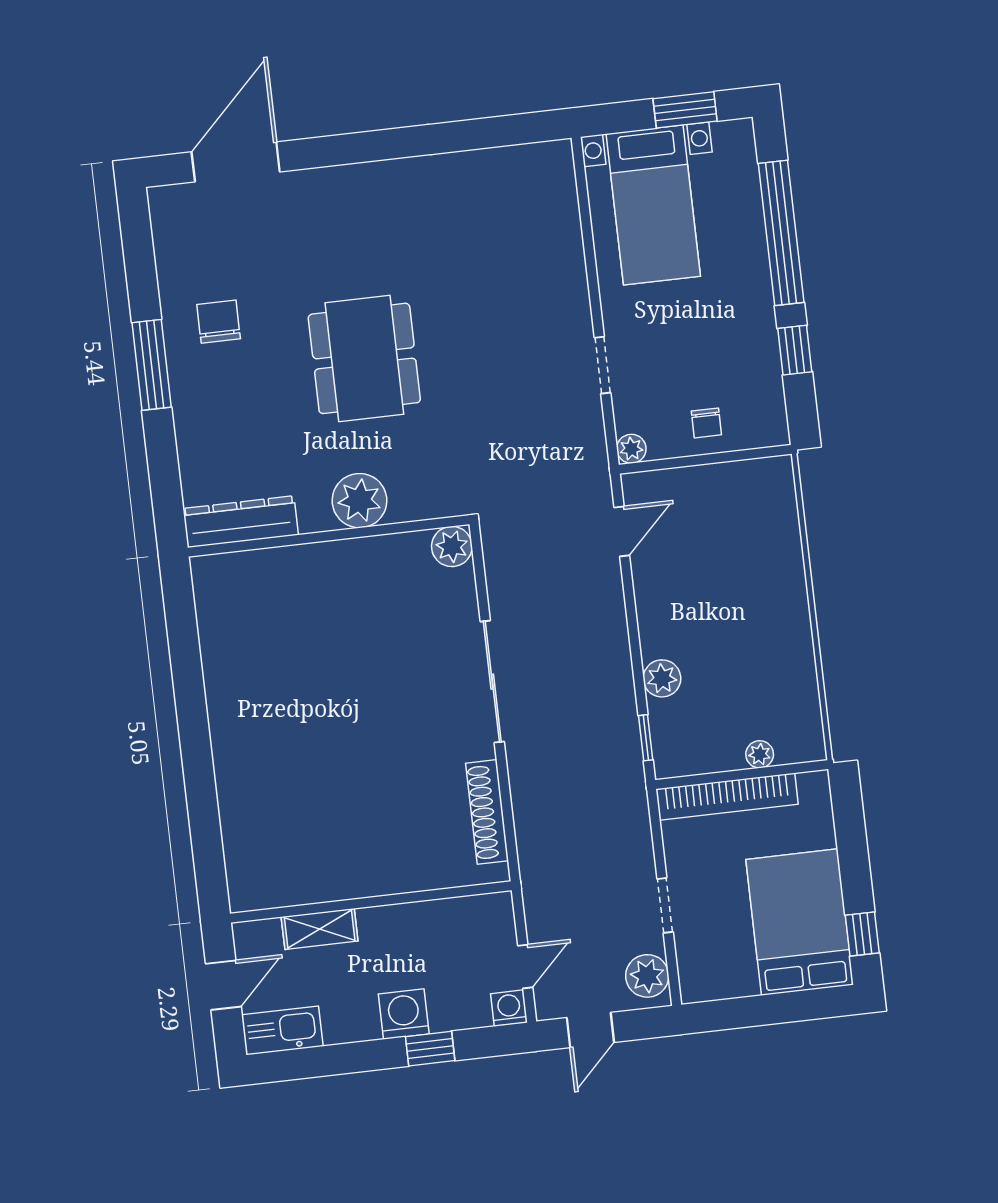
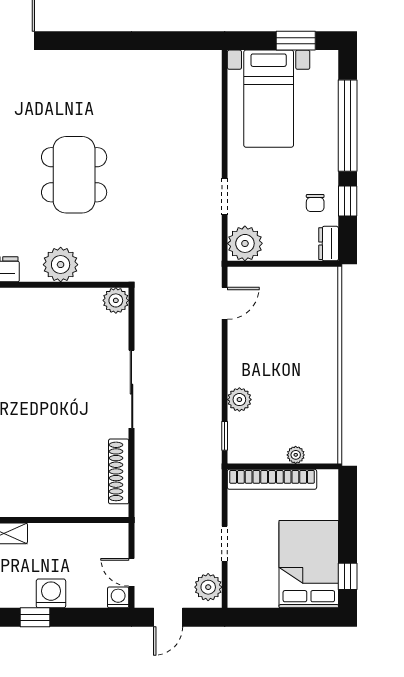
dresser: (773, 420) -> (329, 244), added
chair: (706, 423) -> (315, 203), moved
plant: (631, 449) -> (245, 243), width x1.88, depth x1.88
door: (525, 967) -> (132, 572), swing flipped
window: (430, 1049) -> (35, 617), moved

